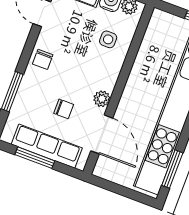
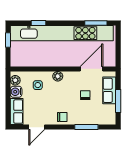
plant: (102, 99) -> (58, 76), moved
row of seats: (47, 146) -> (109, 90), width x0.68

